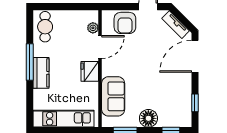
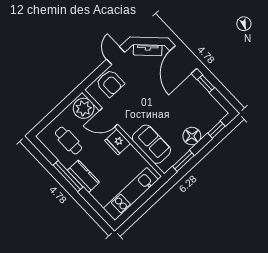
cafe table: (45, 27) -> (69, 141), moved
plant: (93, 28) -> (84, 108), width x1.88, depth x1.88
door: (100, 47) -> (108, 117), swing flipped
window: (195, 103) -> (206, 84), moved

